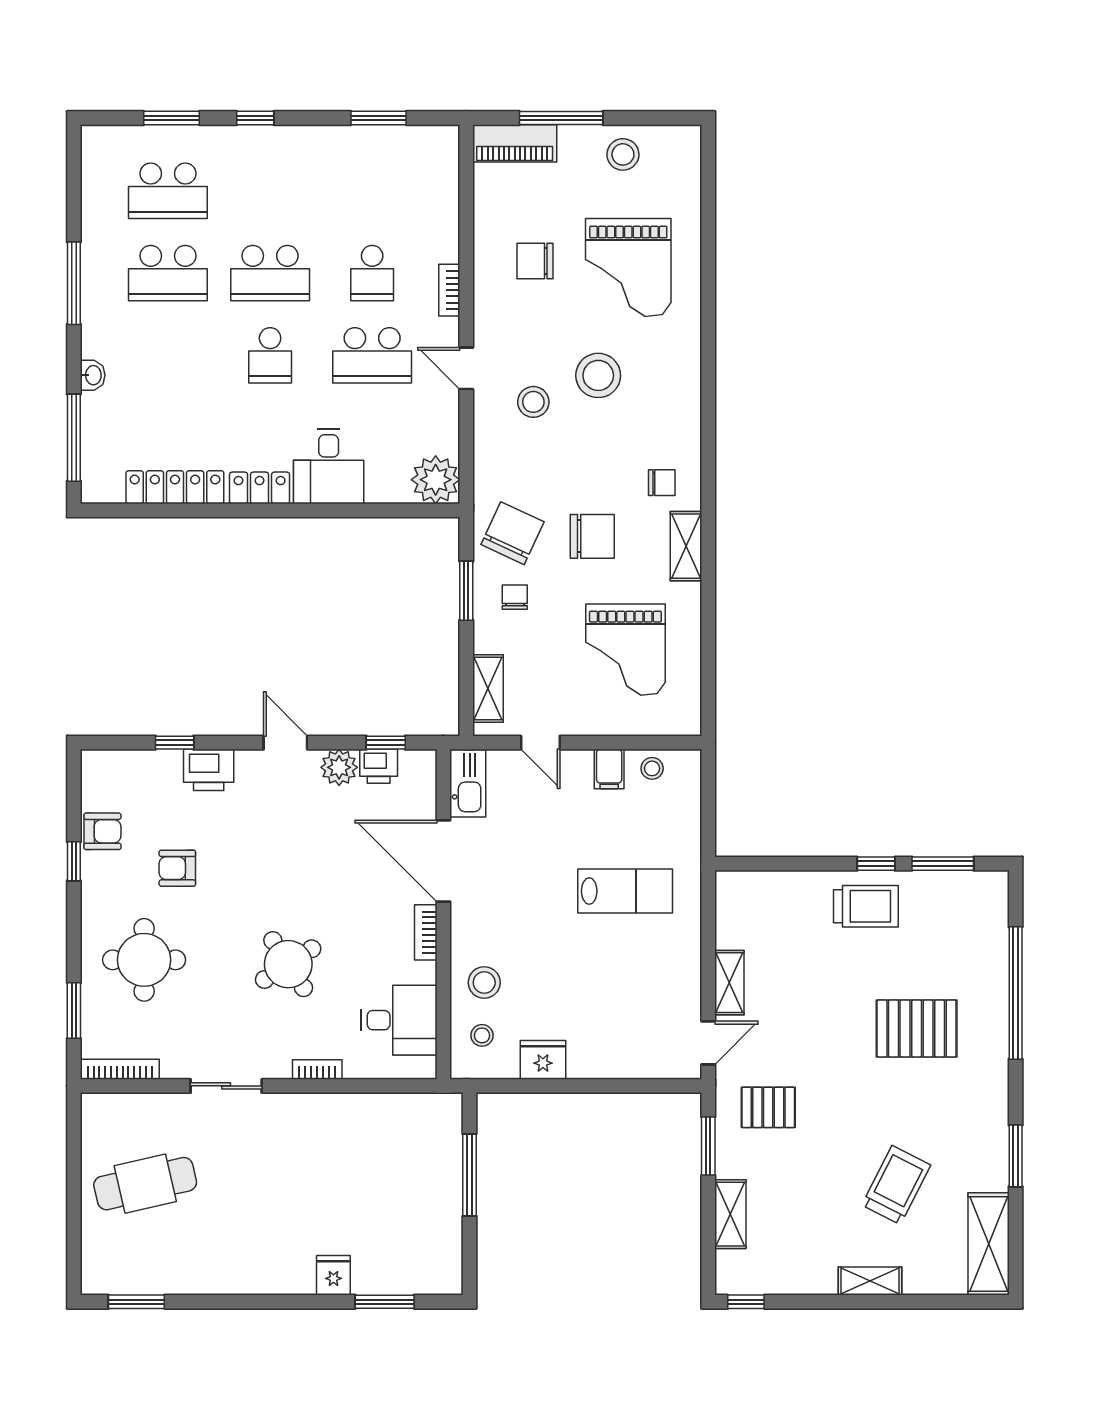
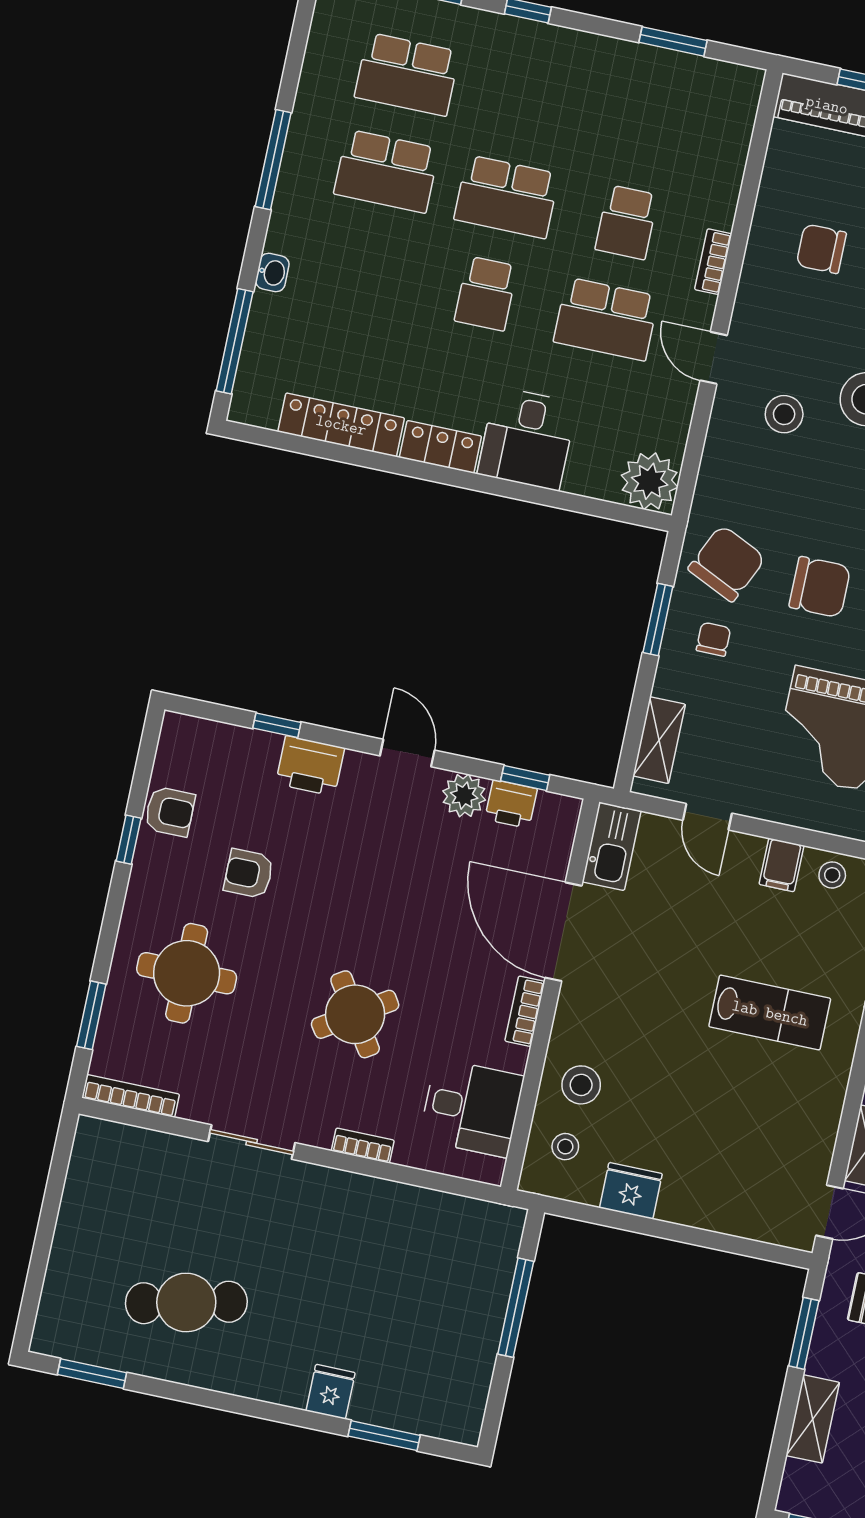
cafe table: (145, 1184) -> (186, 1302), moved

